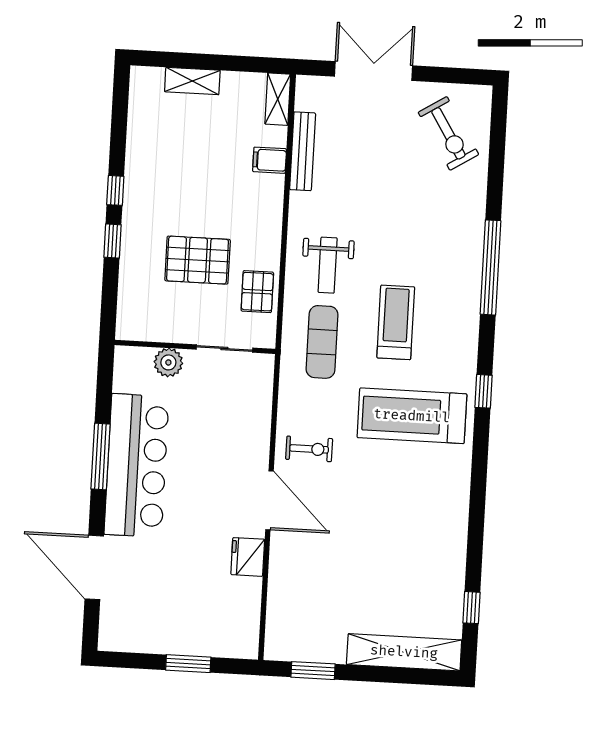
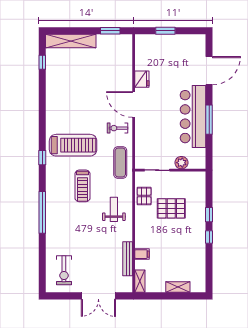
exercise bike: (448, 133) -> (64, 270), turned -148
exercise mat: (322, 342) -> (120, 163), moved
door: (94, 567) -> (209, 71), hinge flipped

